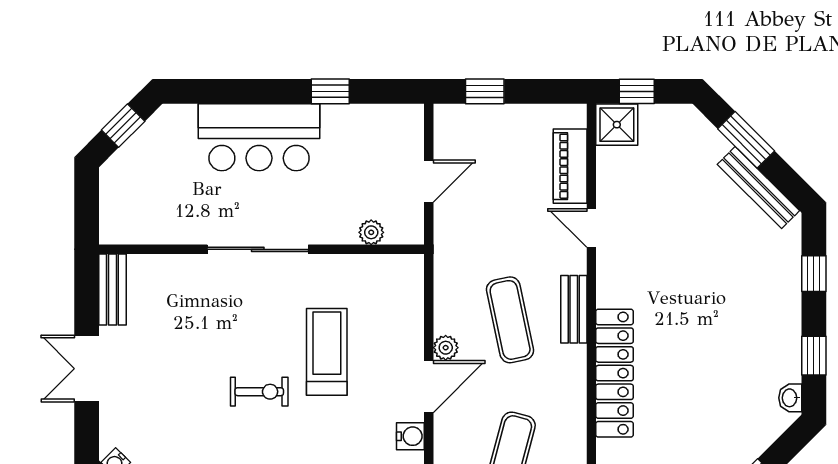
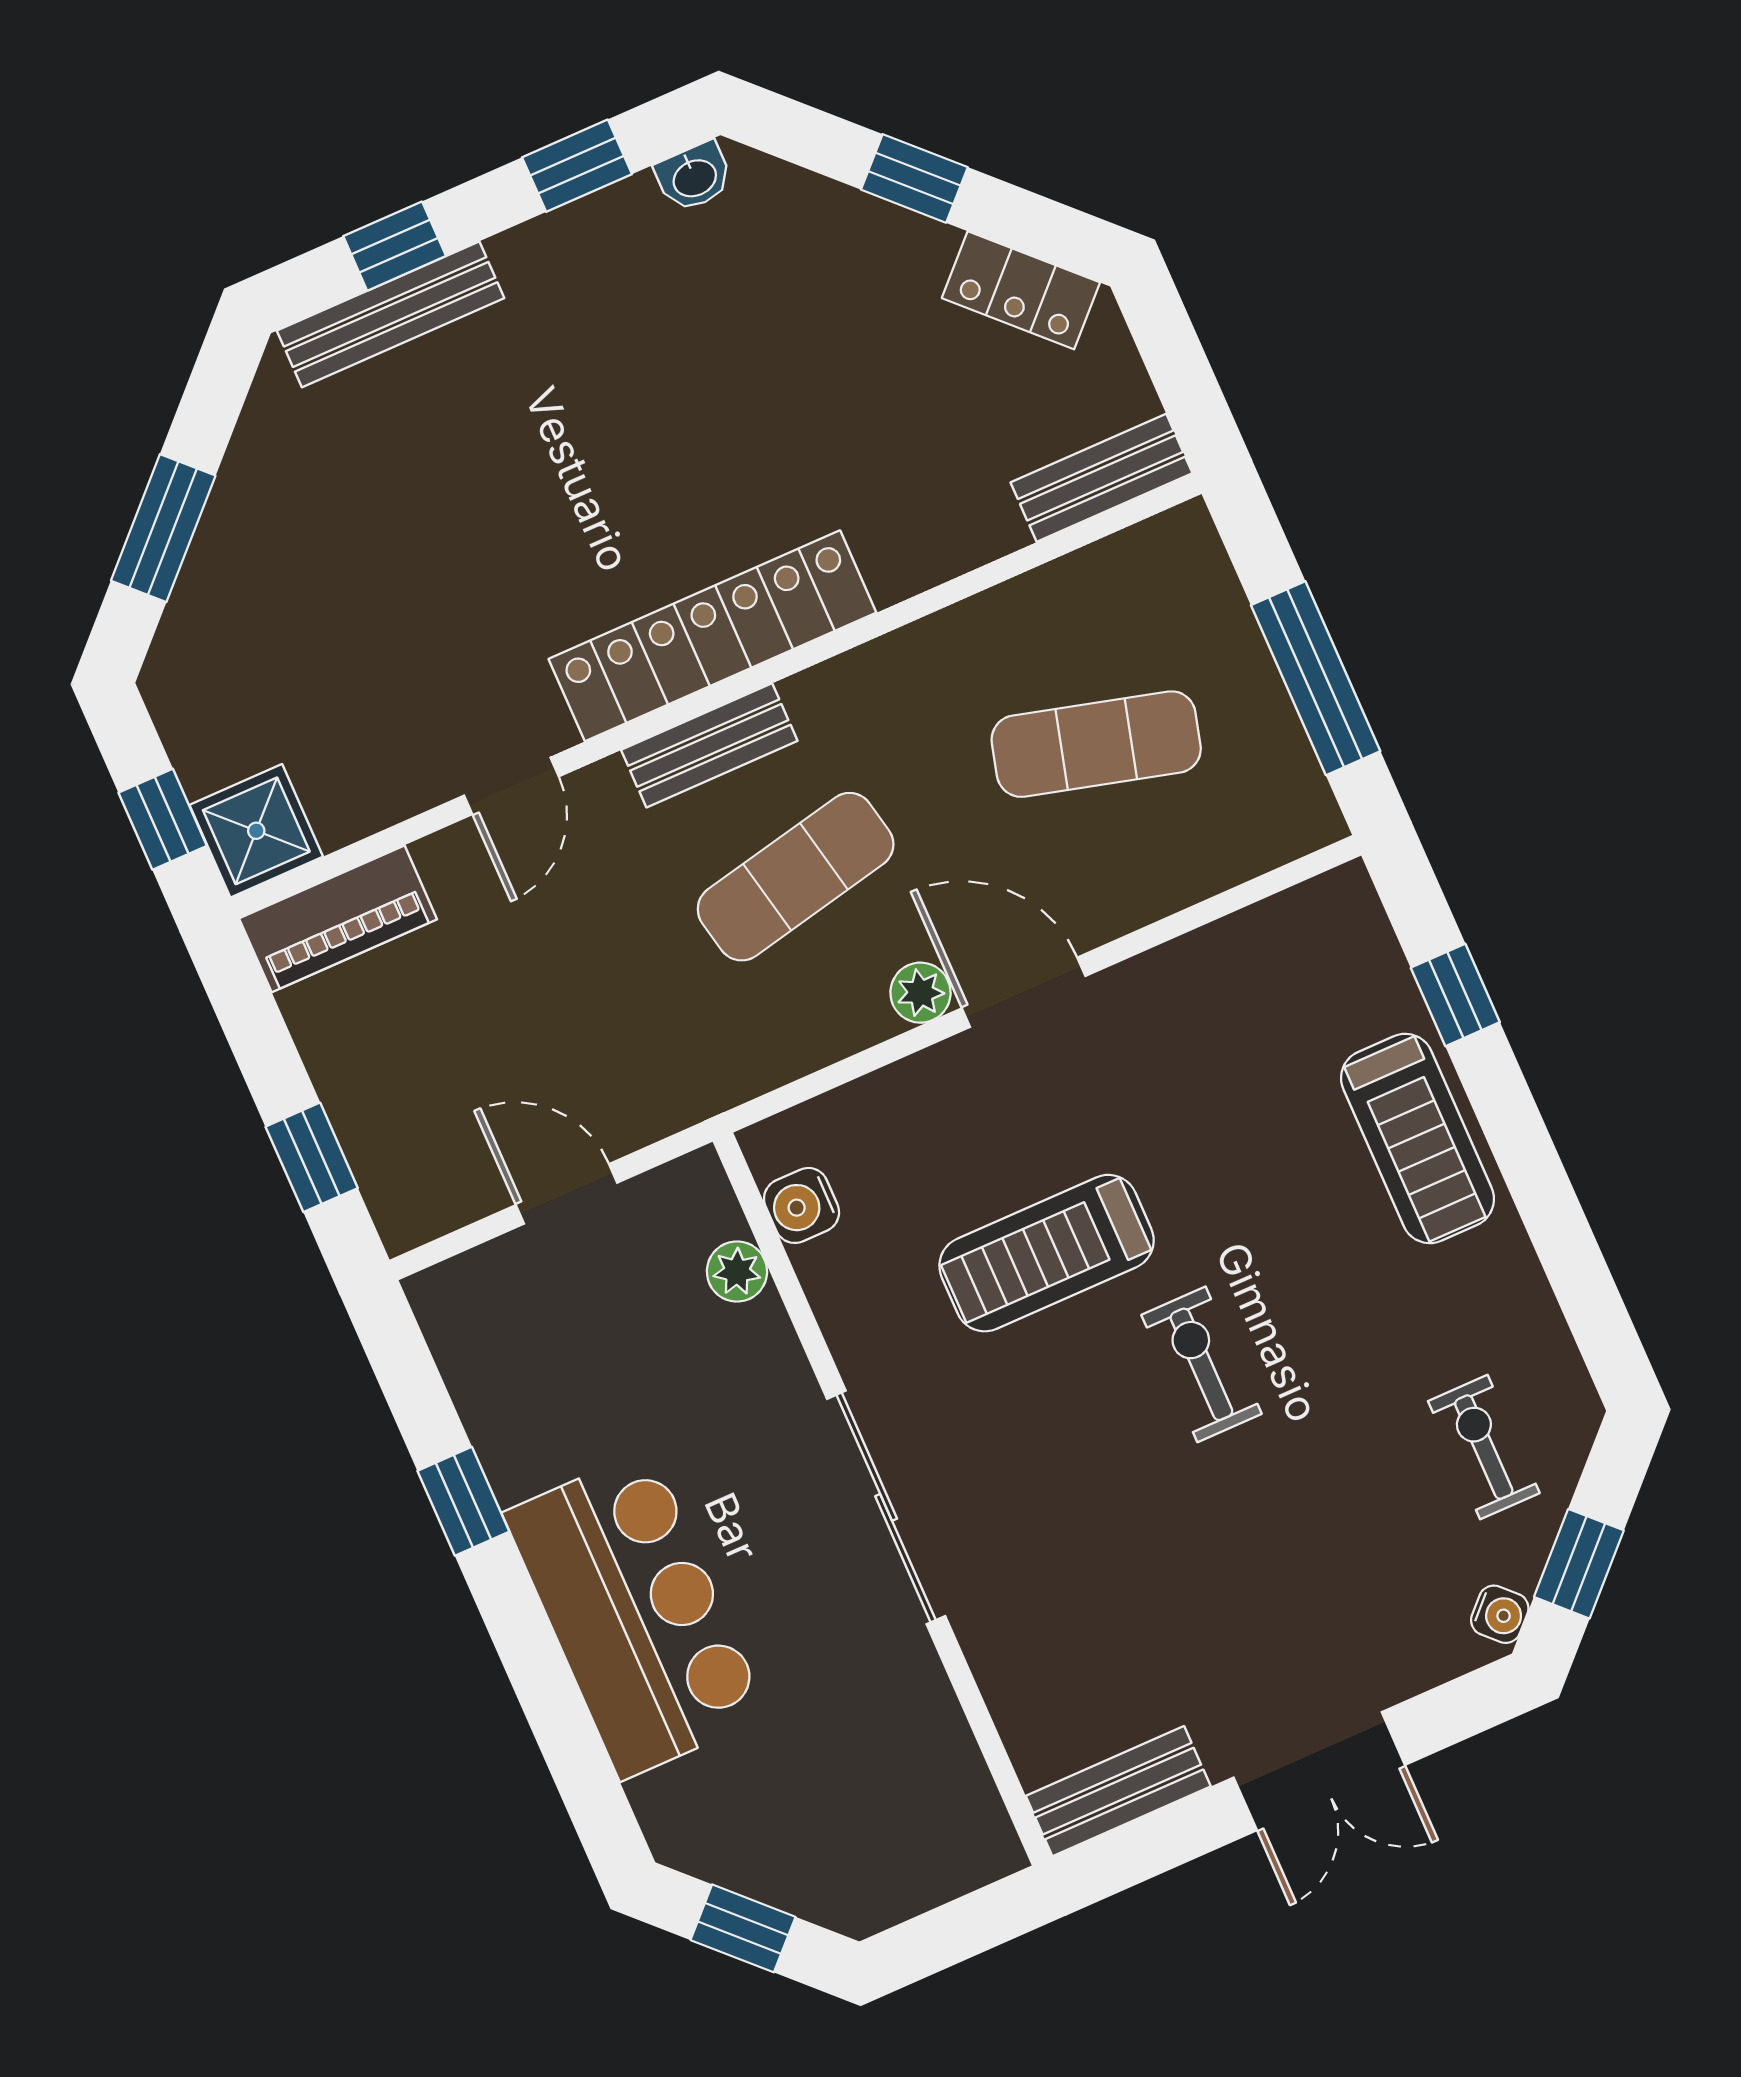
piano: (570, 166) -> (338, 919), moved
bench: (758, 188) -> (391, 314), moved, turned 45
locker: (615, 373) -> (712, 636), moved
water cooler: (410, 436) -> (802, 1205), moved, turned -90

